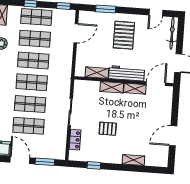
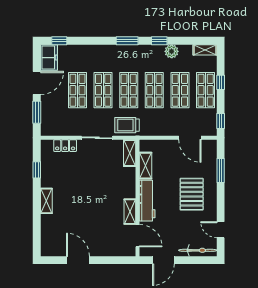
pallet: (124, 35) -> (192, 194), turned 90
trolley: (61, 86) -> (127, 125), added
shelving: (112, 87) -> (130, 153), moved
pallet: (108, 129) -> (81, 183), removed
shelving: (133, 160) -> (46, 201), moved

